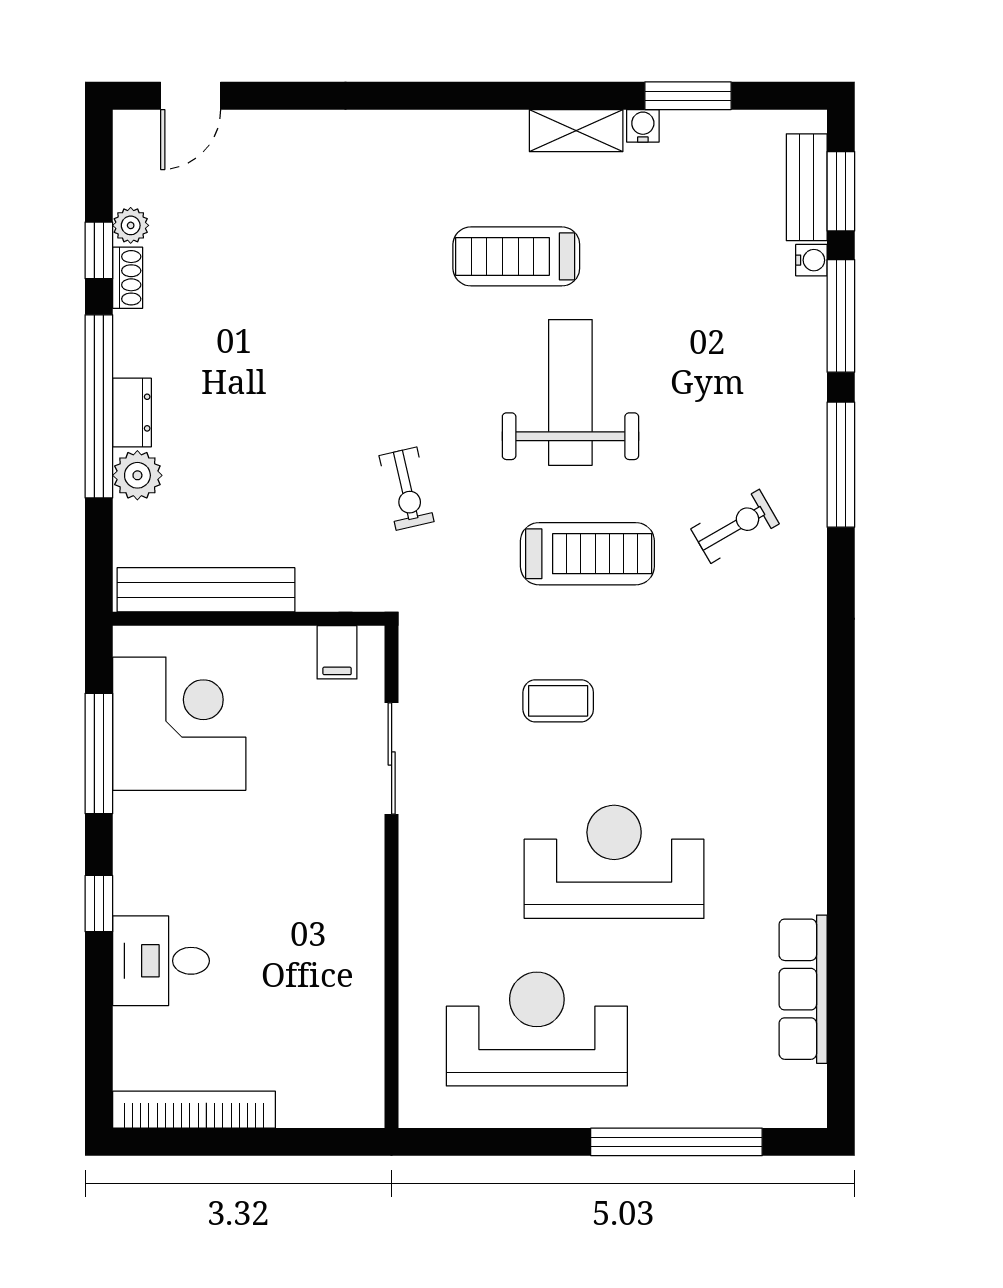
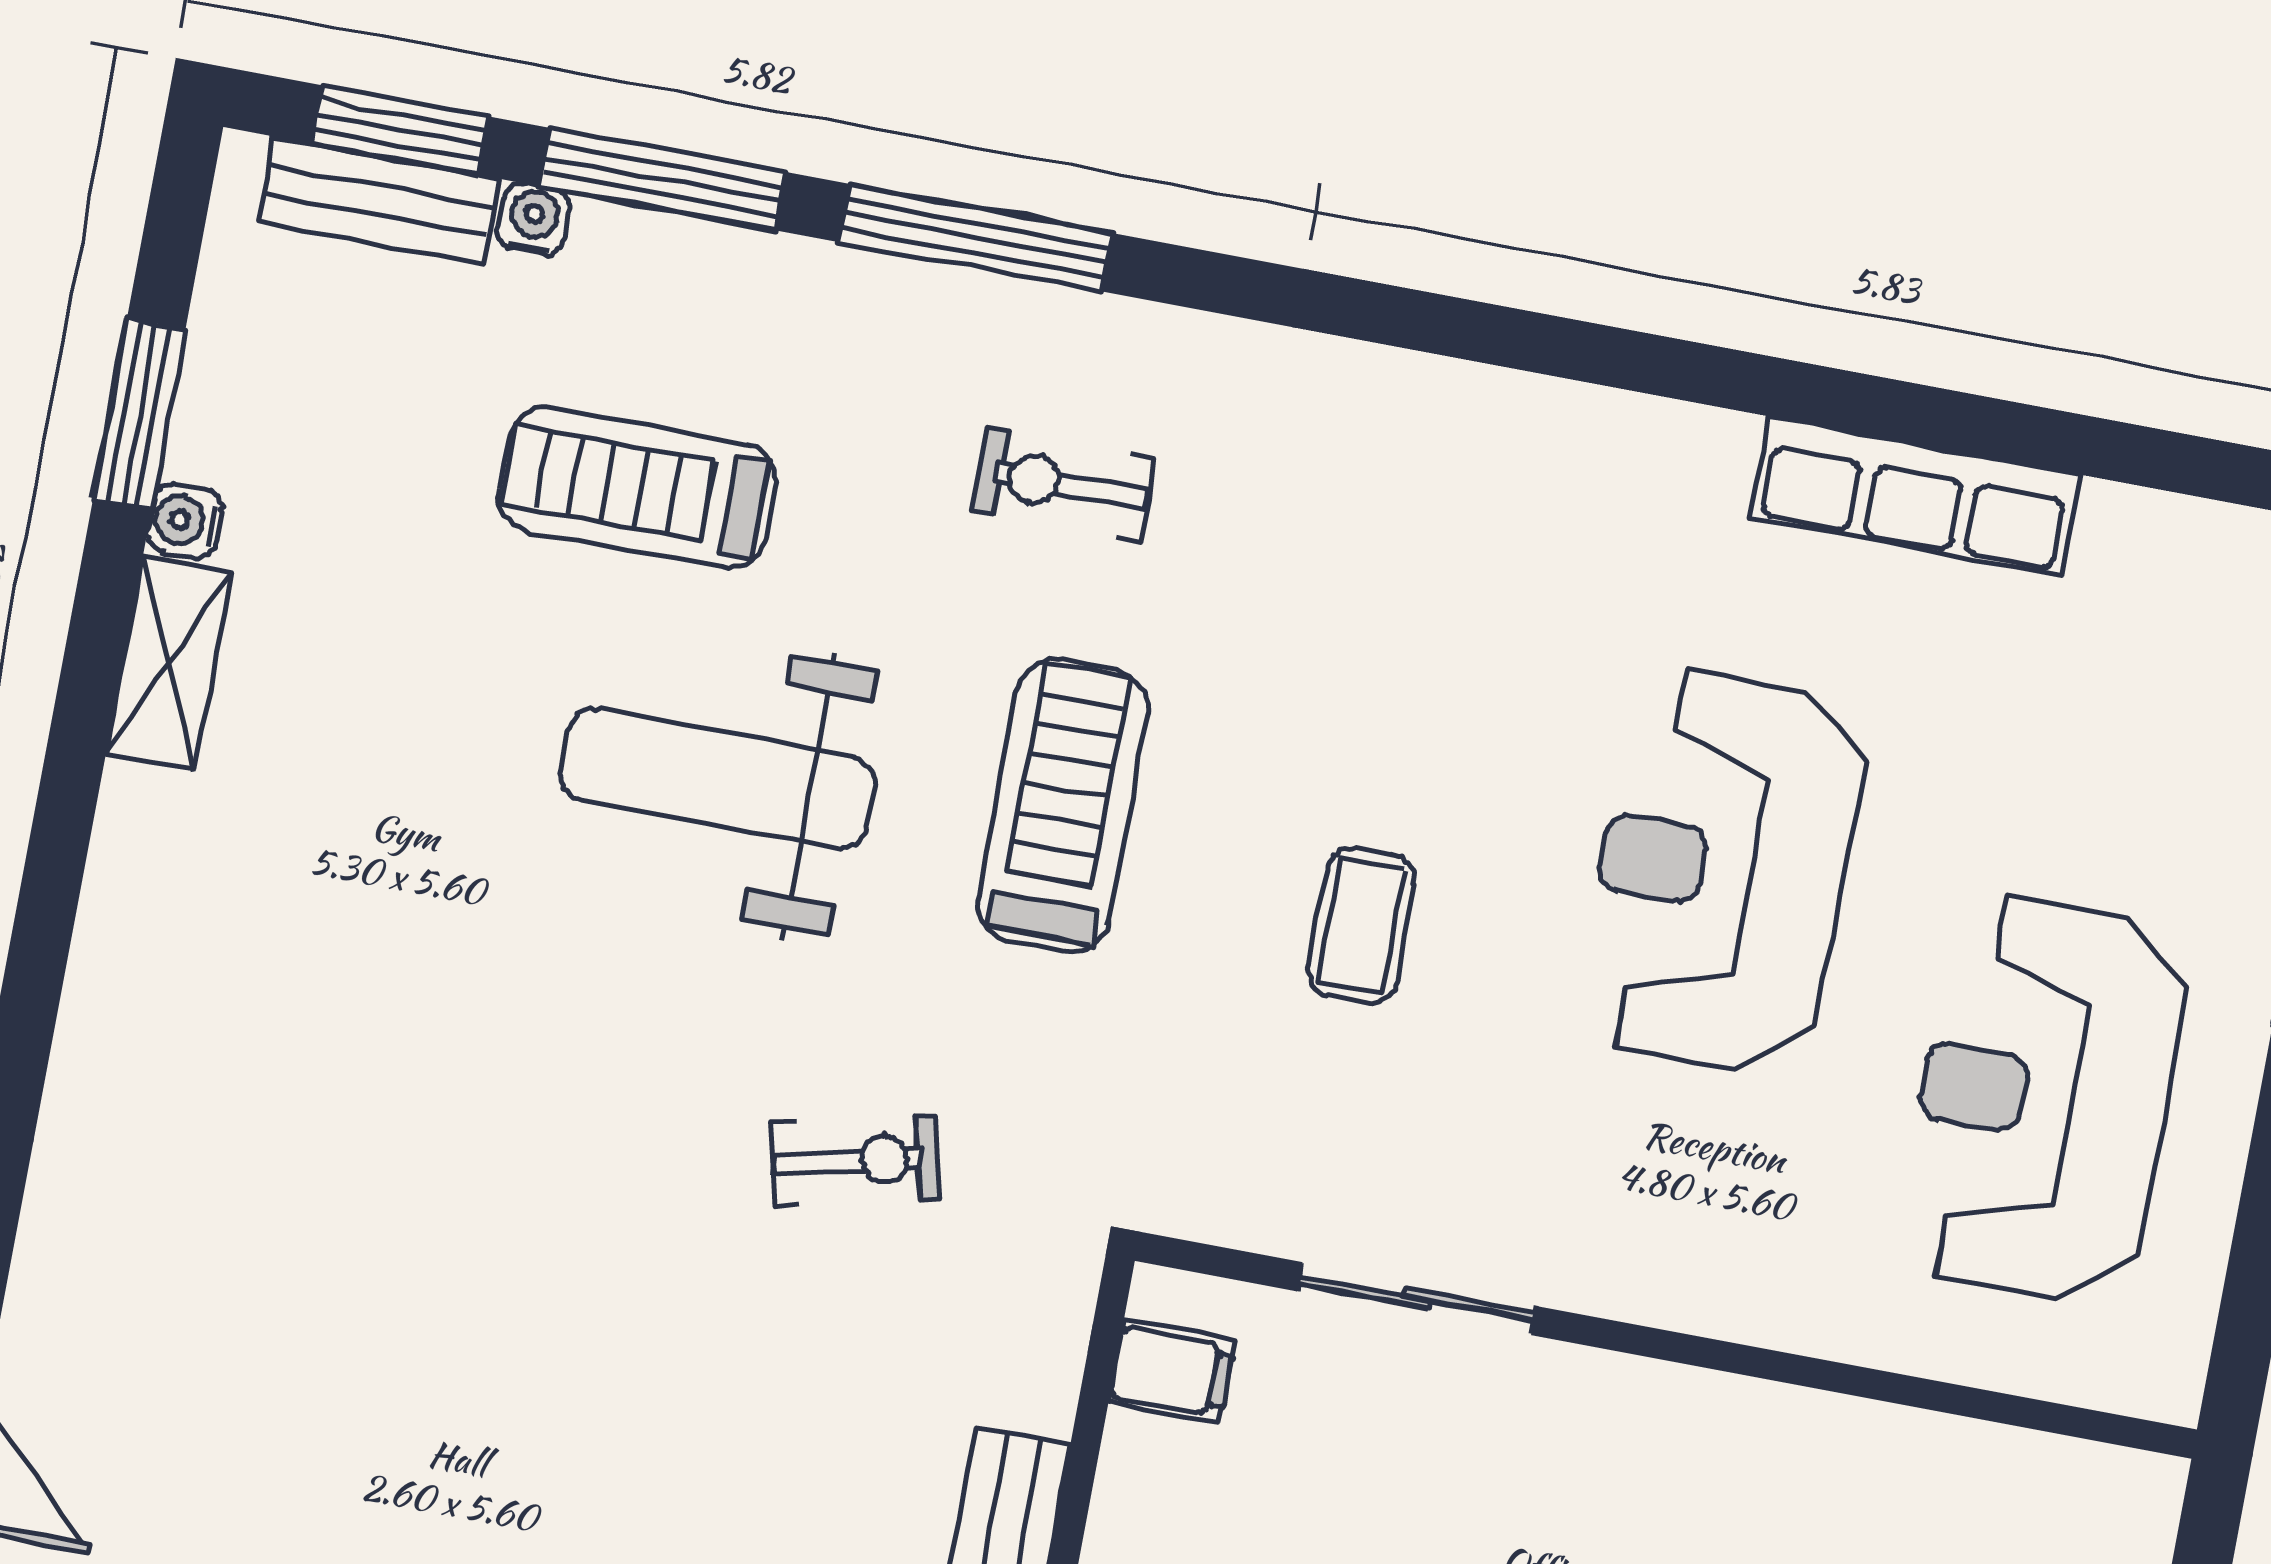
treadmill: (516, 256) -> (637, 488), moved, turned 90
exercise bike: (735, 526) -> (1064, 485), turned -60
row of seats: (803, 989) -> (1915, 496), moved

